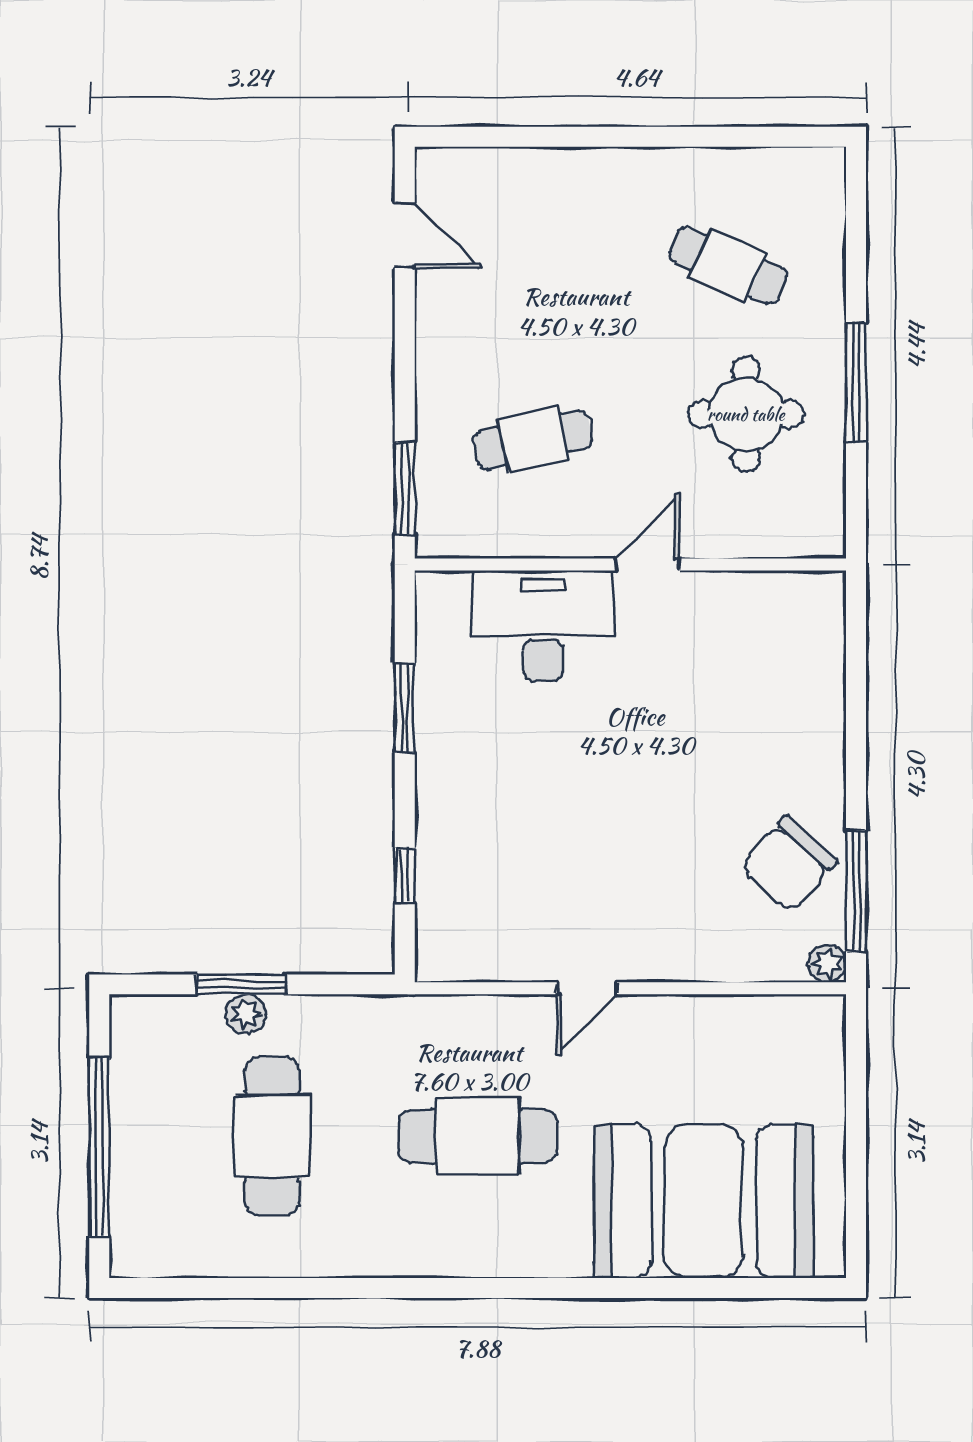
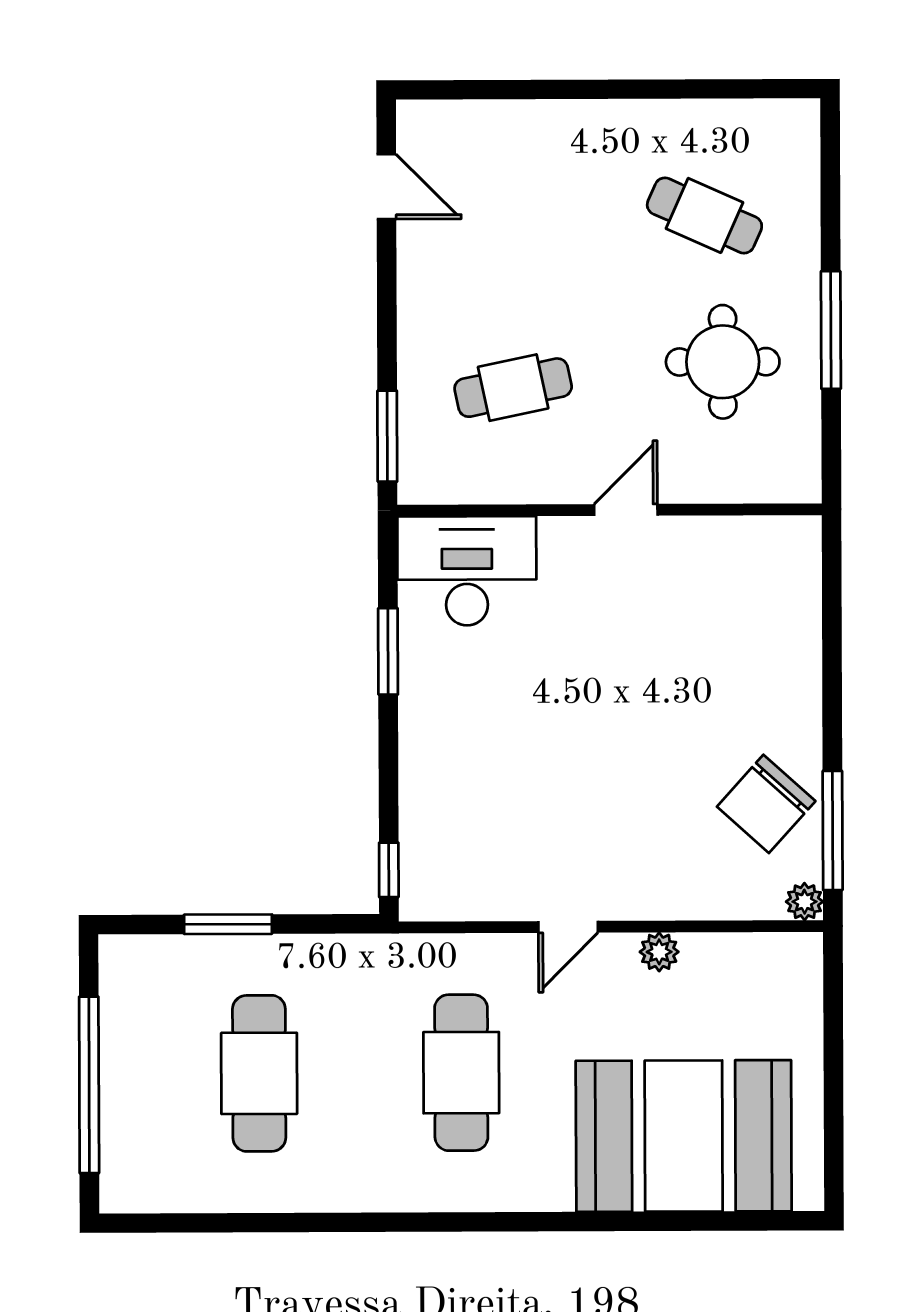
desk: (543, 626) -> (467, 571), moved
window: (405, 875) -> (389, 870), moved
plant: (246, 1014) -> (659, 952), moved
cafe table: (478, 1136) -> (461, 1073), turned 90

